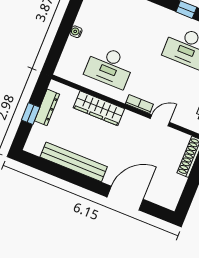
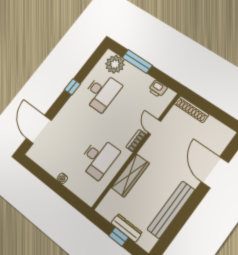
dresser: (47, 107) -> (127, 228), moved

